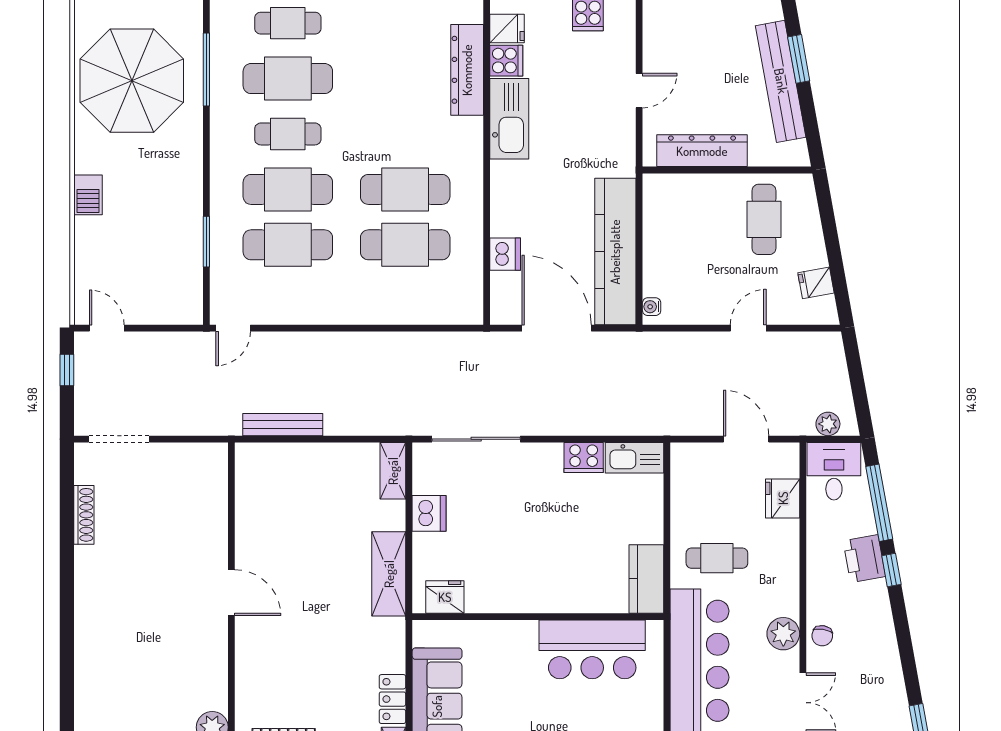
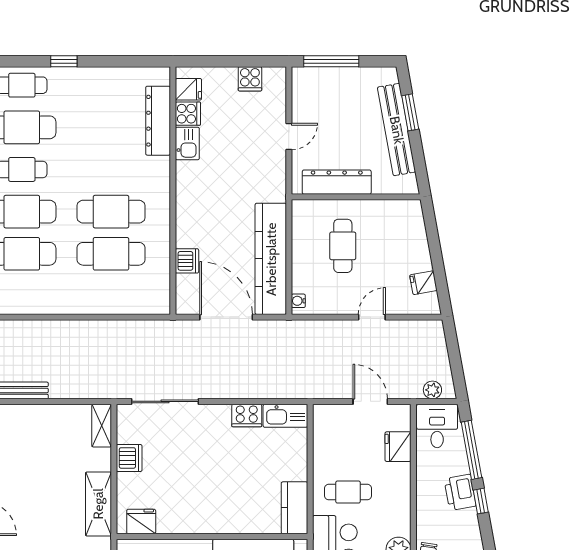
kitchen sink: (509, 119) -> (187, 144), width x0.53, depth x0.81
cafe table: (764, 219) -> (343, 246), moved

